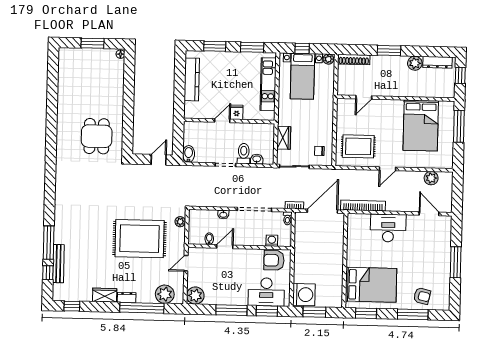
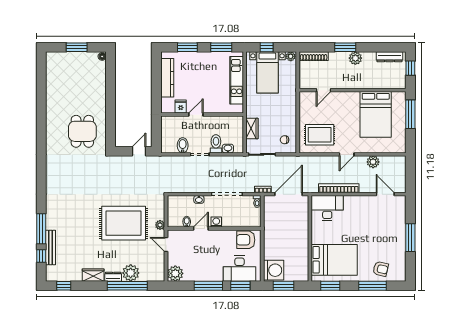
plant: (415, 63) -> (355, 58), moved
fridge: (237, 112) -> (181, 107), moved
bidet: (189, 154) -> (183, 145), moved
plant: (431, 178) -> (373, 162), moved
bookcase: (363, 206) -> (339, 188), moved
plant: (180, 222) -> (160, 225), moved
desk: (388, 228) -> (327, 208), moved
washing machine: (272, 241) -> (216, 222), moved
door: (186, 263) -> (166, 244), hinge flipped
plant: (165, 294) -> (131, 273), moved

